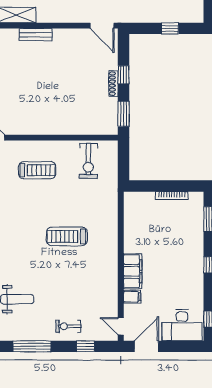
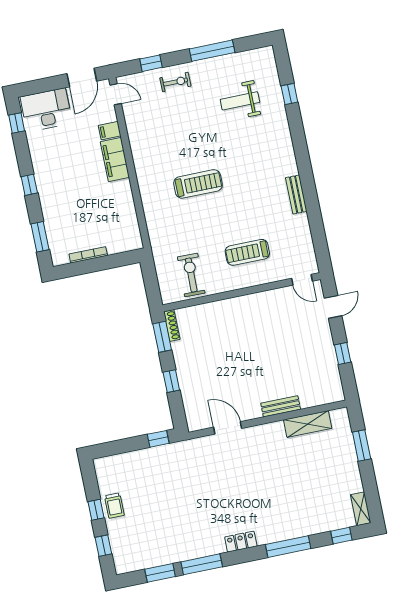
door: (102, 26) -> (228, 428), moved
window: (170, 28) -> (158, 439), moved
shoe rack: (113, 84) -> (172, 325), moved

